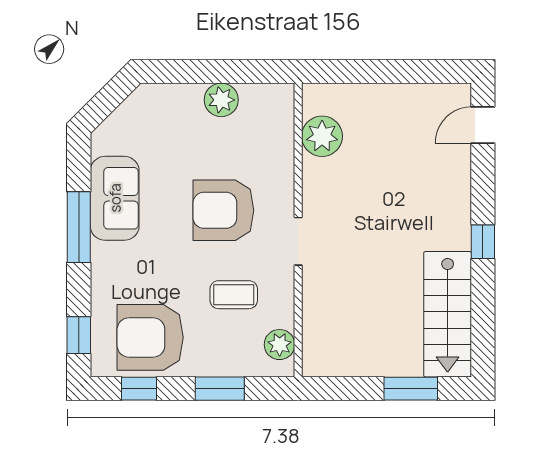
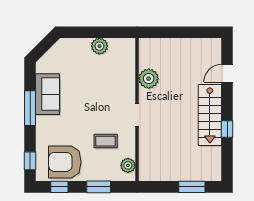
door: (483, 125) -> (227, 73), moved
plant: (322, 136) -> (149, 79), moved
armchair: (223, 210) -> (101, 100), removed
window: (483, 242) -> (227, 129), moved
stairs: (448, 314) -> (210, 115), moved

